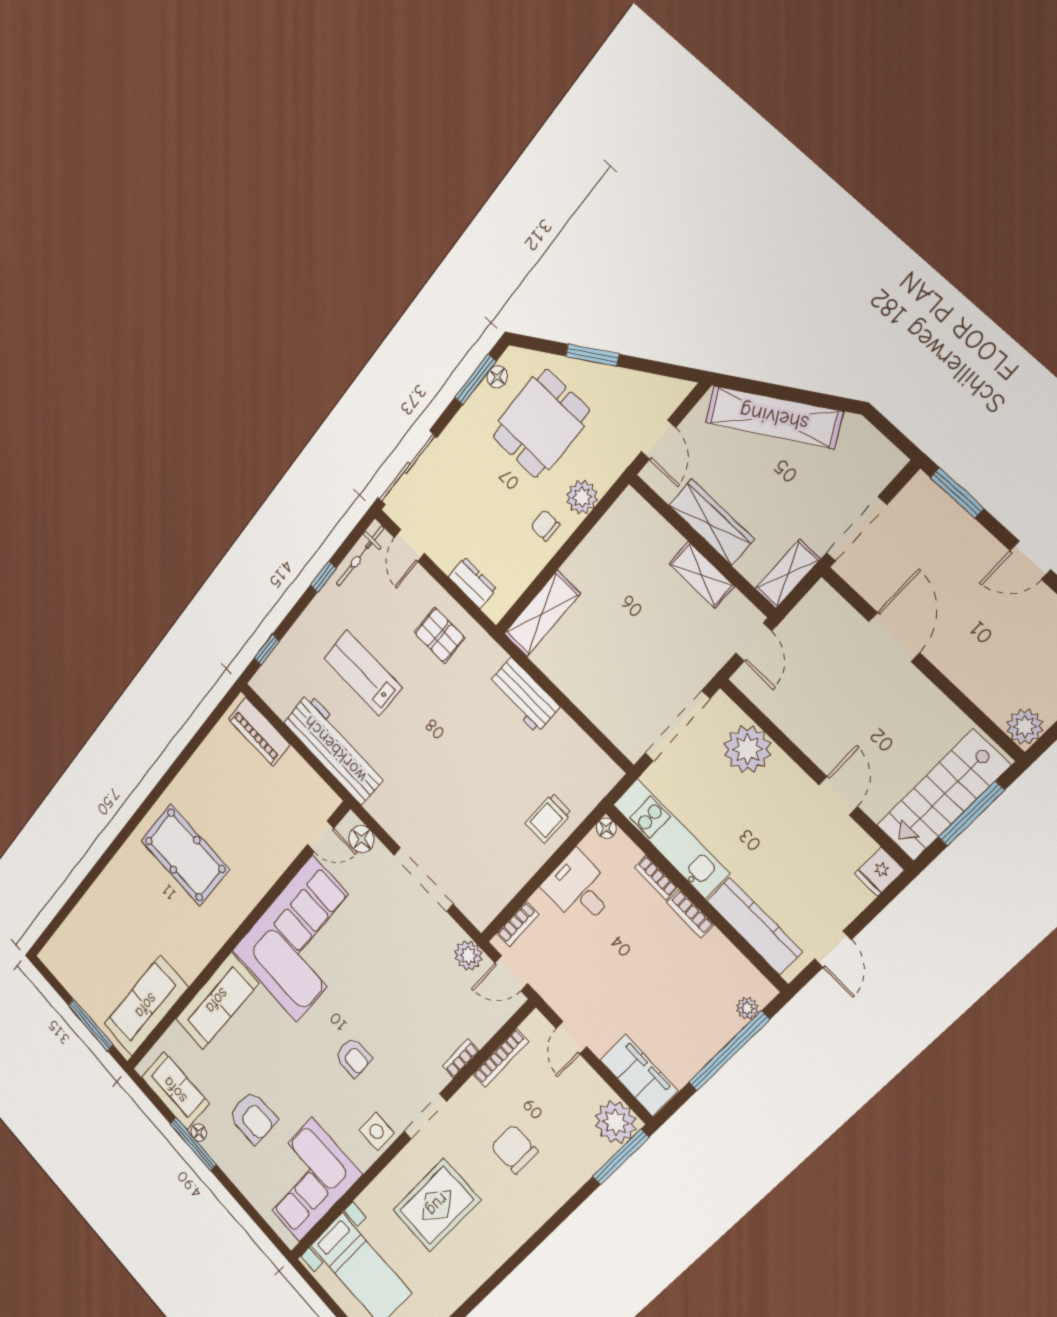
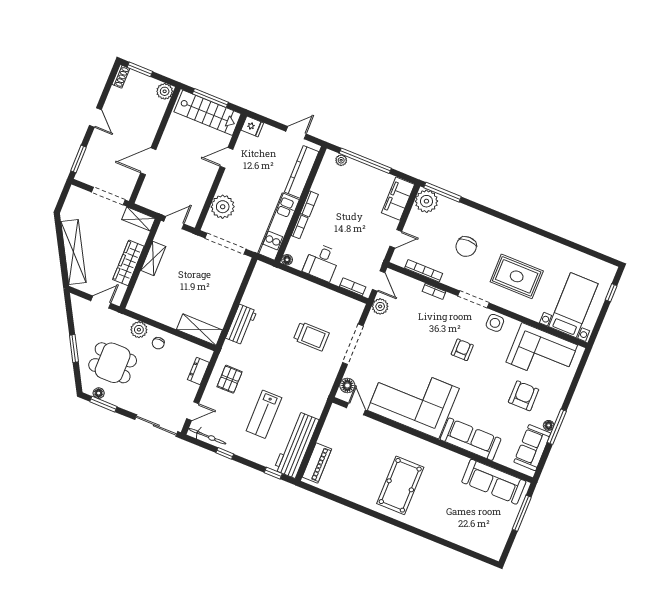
workbench: (335, 749) -> (296, 445), moved
trolley: (548, 818) -> (311, 336), moved, width x1.36, depth x1.39

